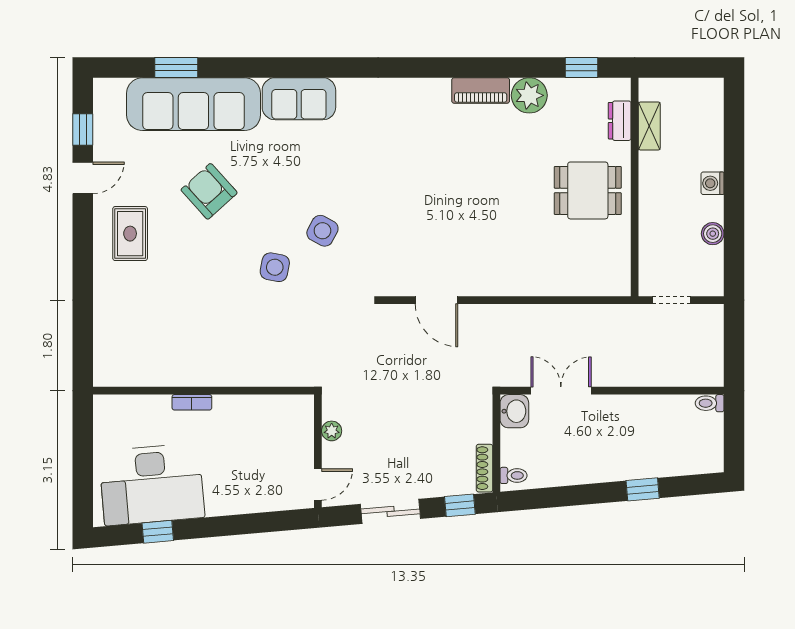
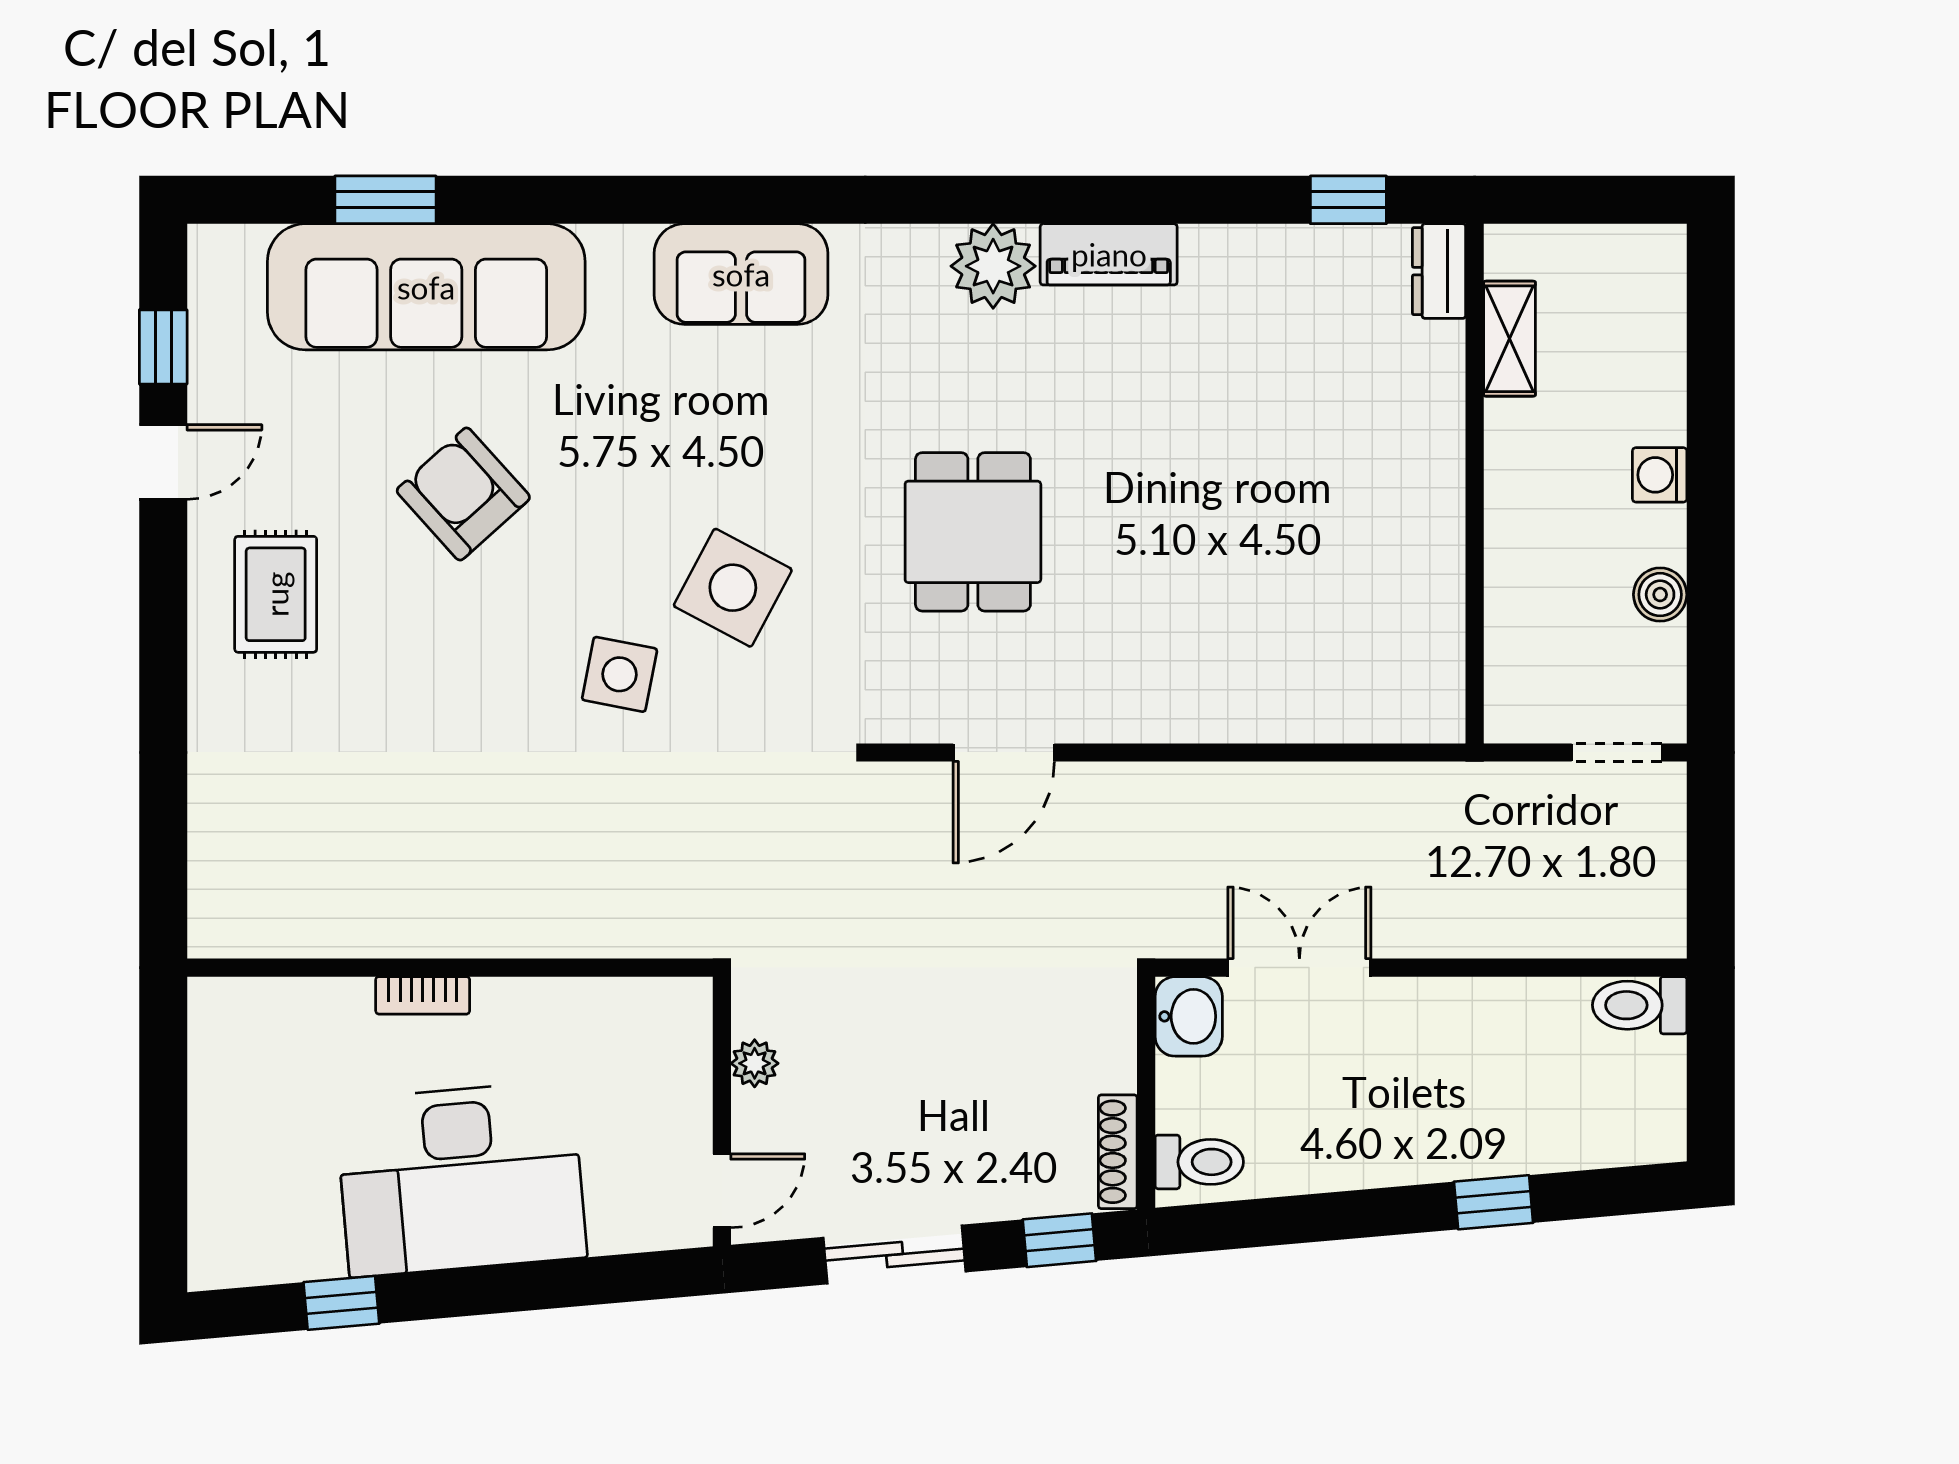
plant: (529, 95) -> (993, 266), moved
sofa: (299, 99) -> (741, 274), moved
dresser: (620, 121) -> (1439, 271), moved
dining table: (588, 190) -> (973, 532), moved, turned 90
side table: (322, 231) -> (733, 588), width x1.37, depth x1.37
door: (436, 300) -> (1004, 752), hinge flipped
doorway: (672, 300) -> (1617, 752), moved
toilet: (710, 403) -> (1640, 1005), width x1.37, depth x1.39
toilet: (514, 475) -> (1199, 1162), width x1.37, depth x1.39
desk: (152, 484) -> (461, 1179), moved

